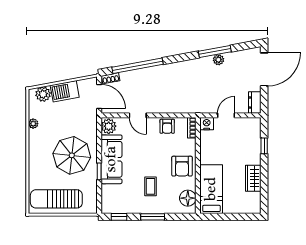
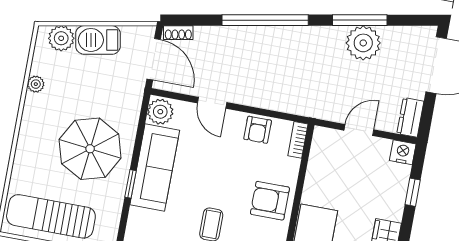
plant: (218, 60) -> (363, 43), width x1.88, depth x1.88
window: (137, 66) -> (265, 20), moved
nightstand: (207, 124) -> (403, 152), moved
armchair: (182, 166) -> (270, 201), turned 90

